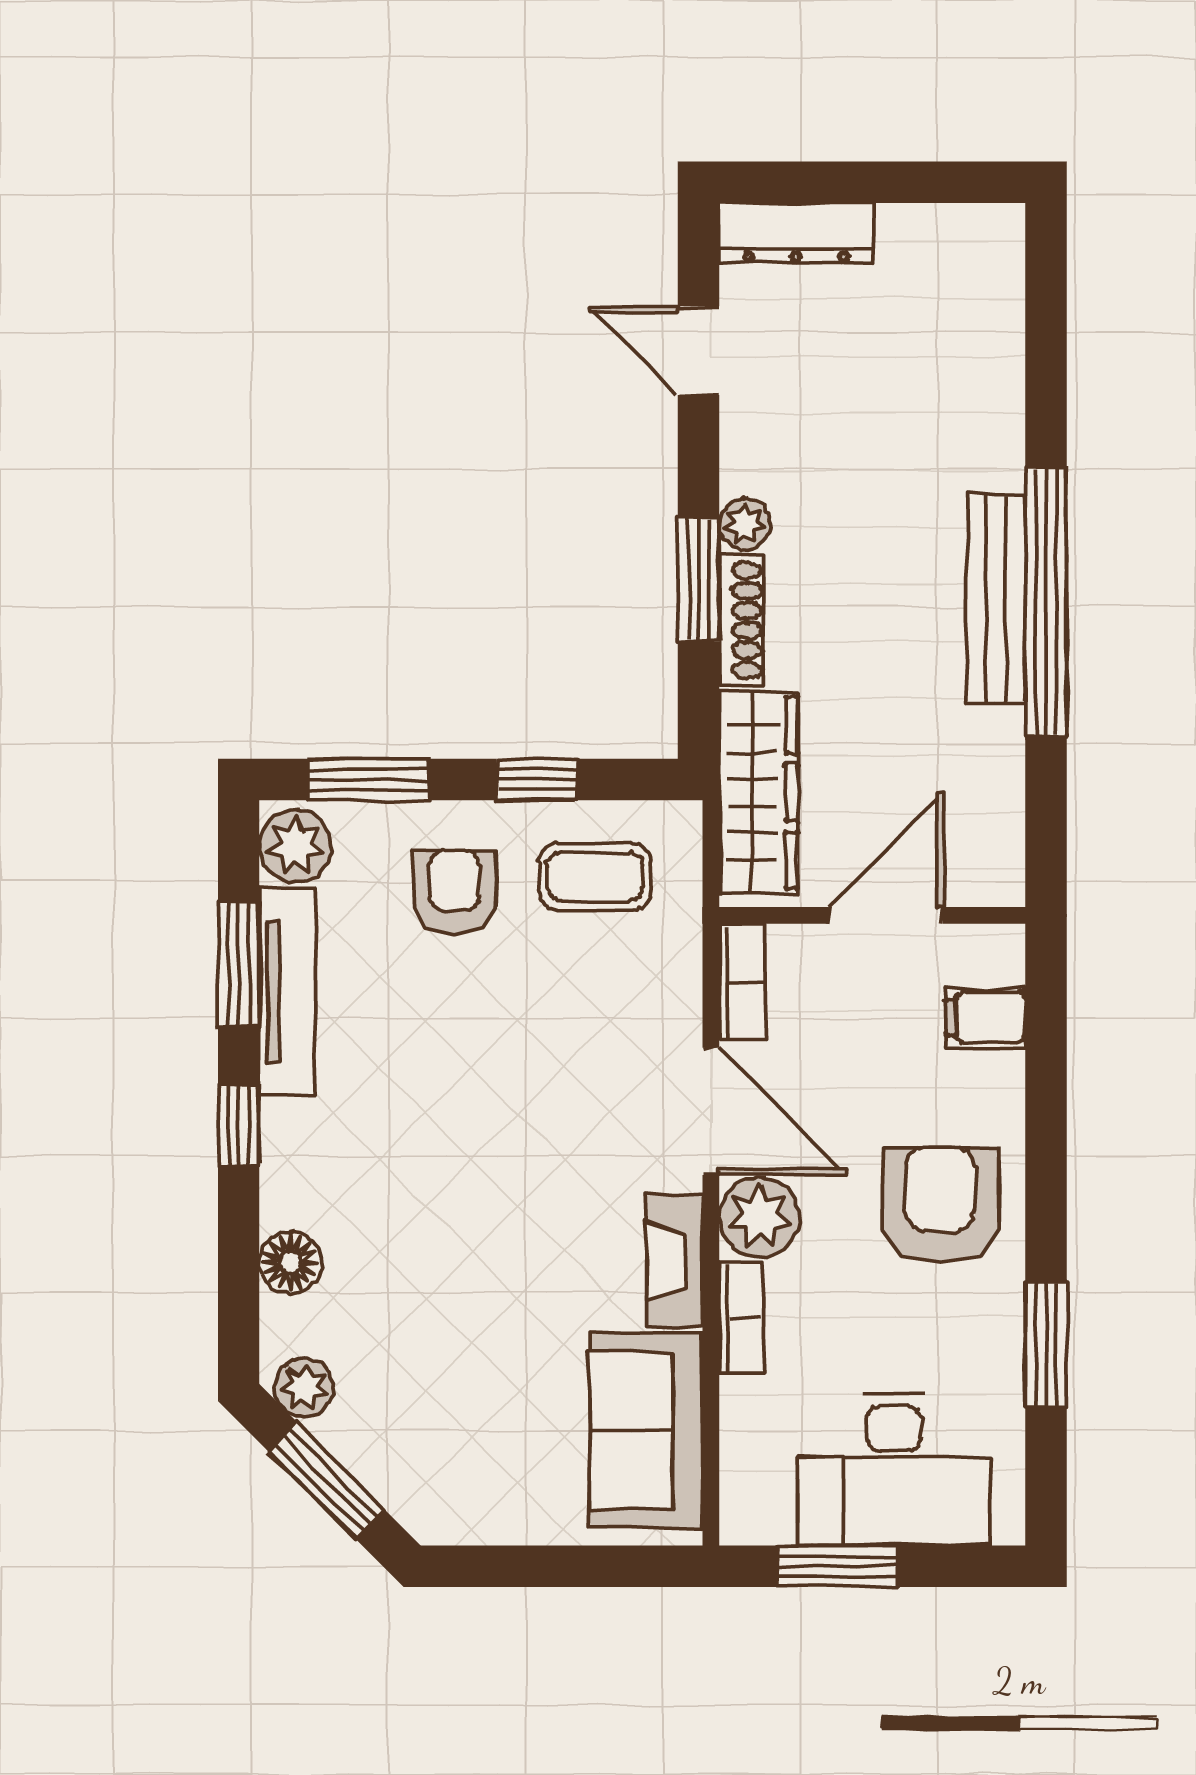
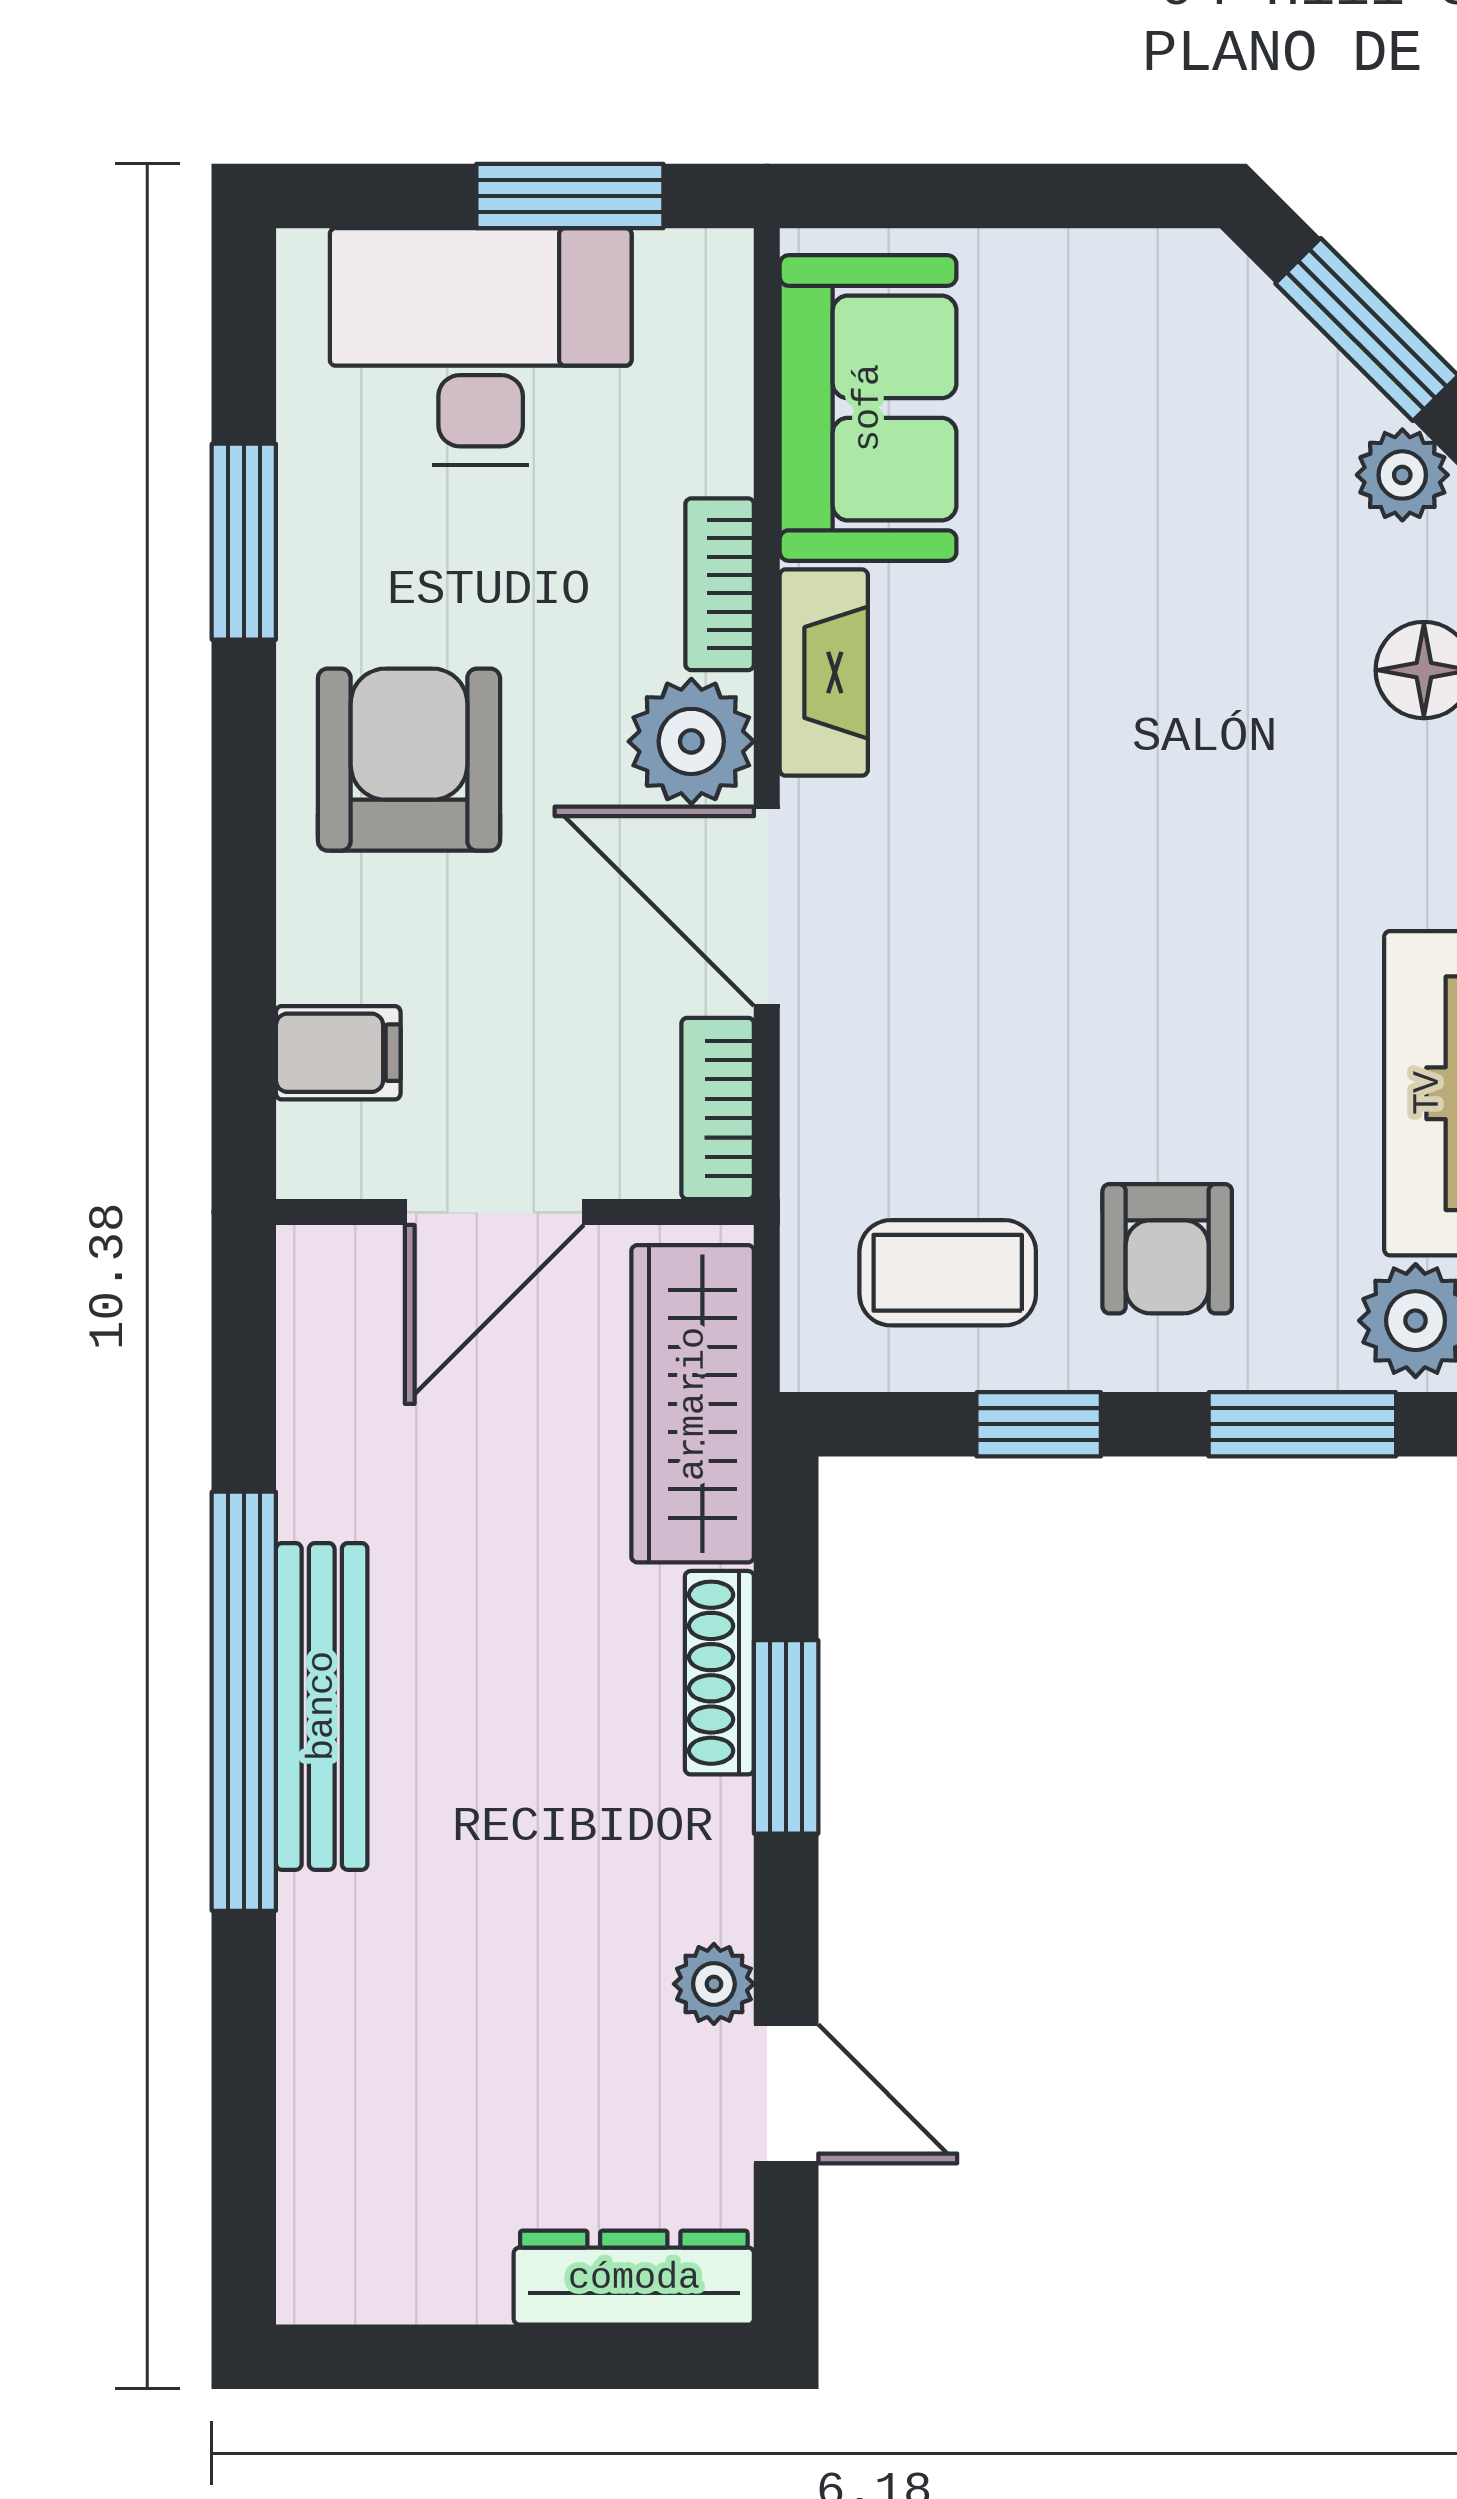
plant: (745, 524) -> (714, 1984), moved
armchair: (940, 1205) -> (409, 760), turned 180

